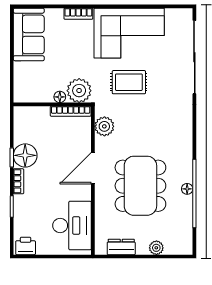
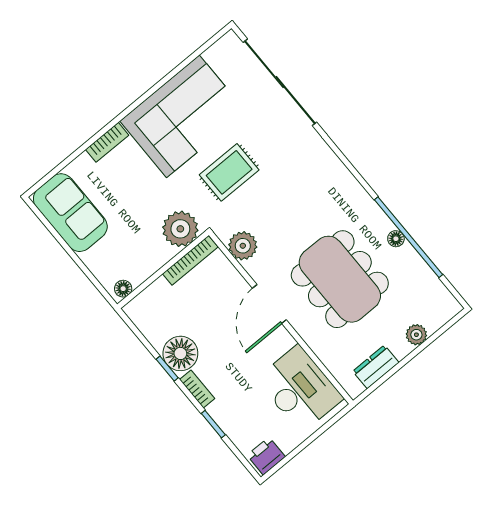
floor lamp: (60, 97) -> (123, 289), moved

